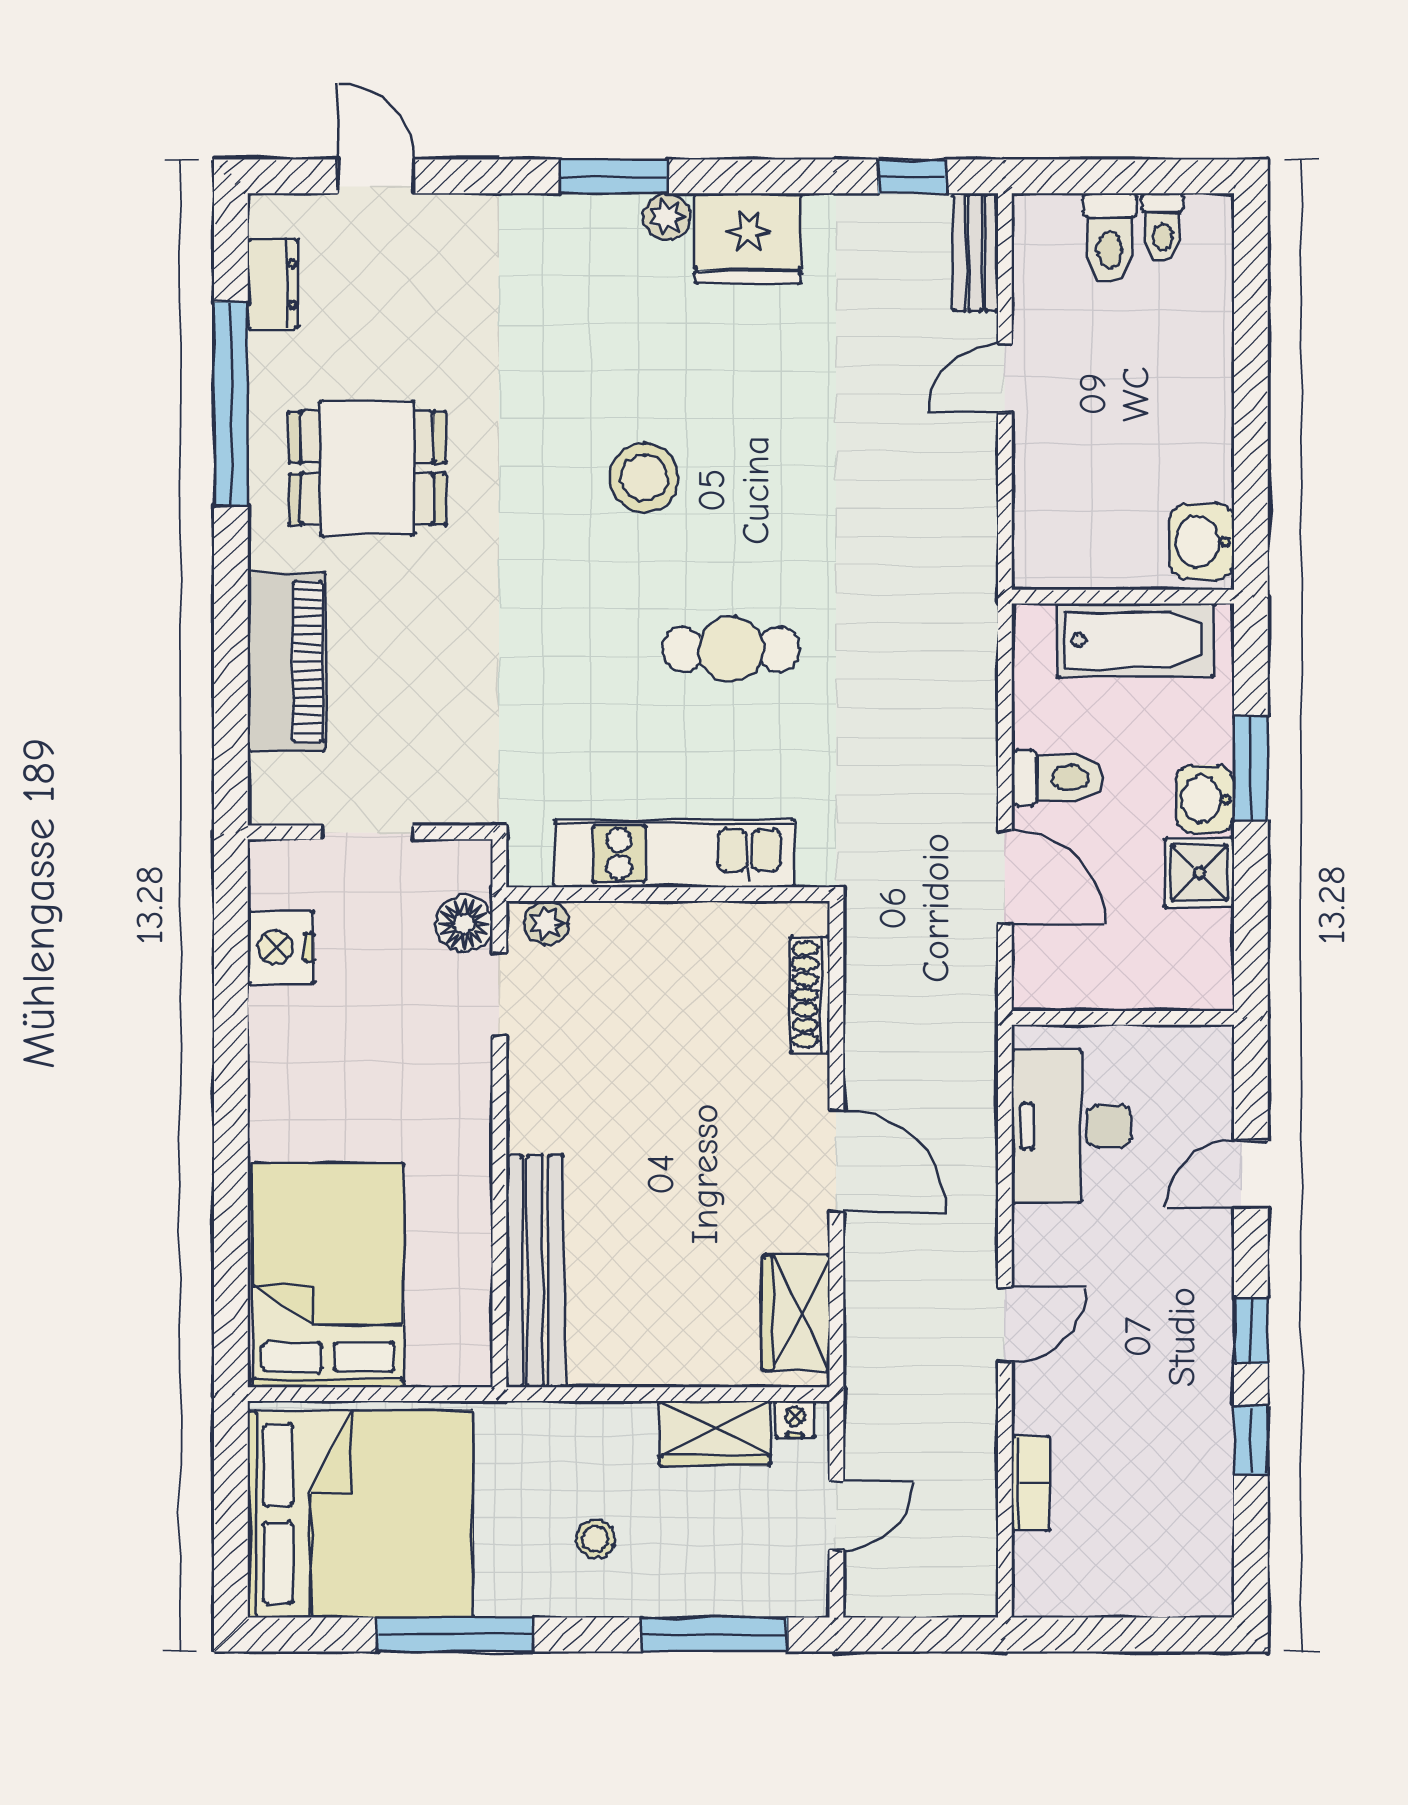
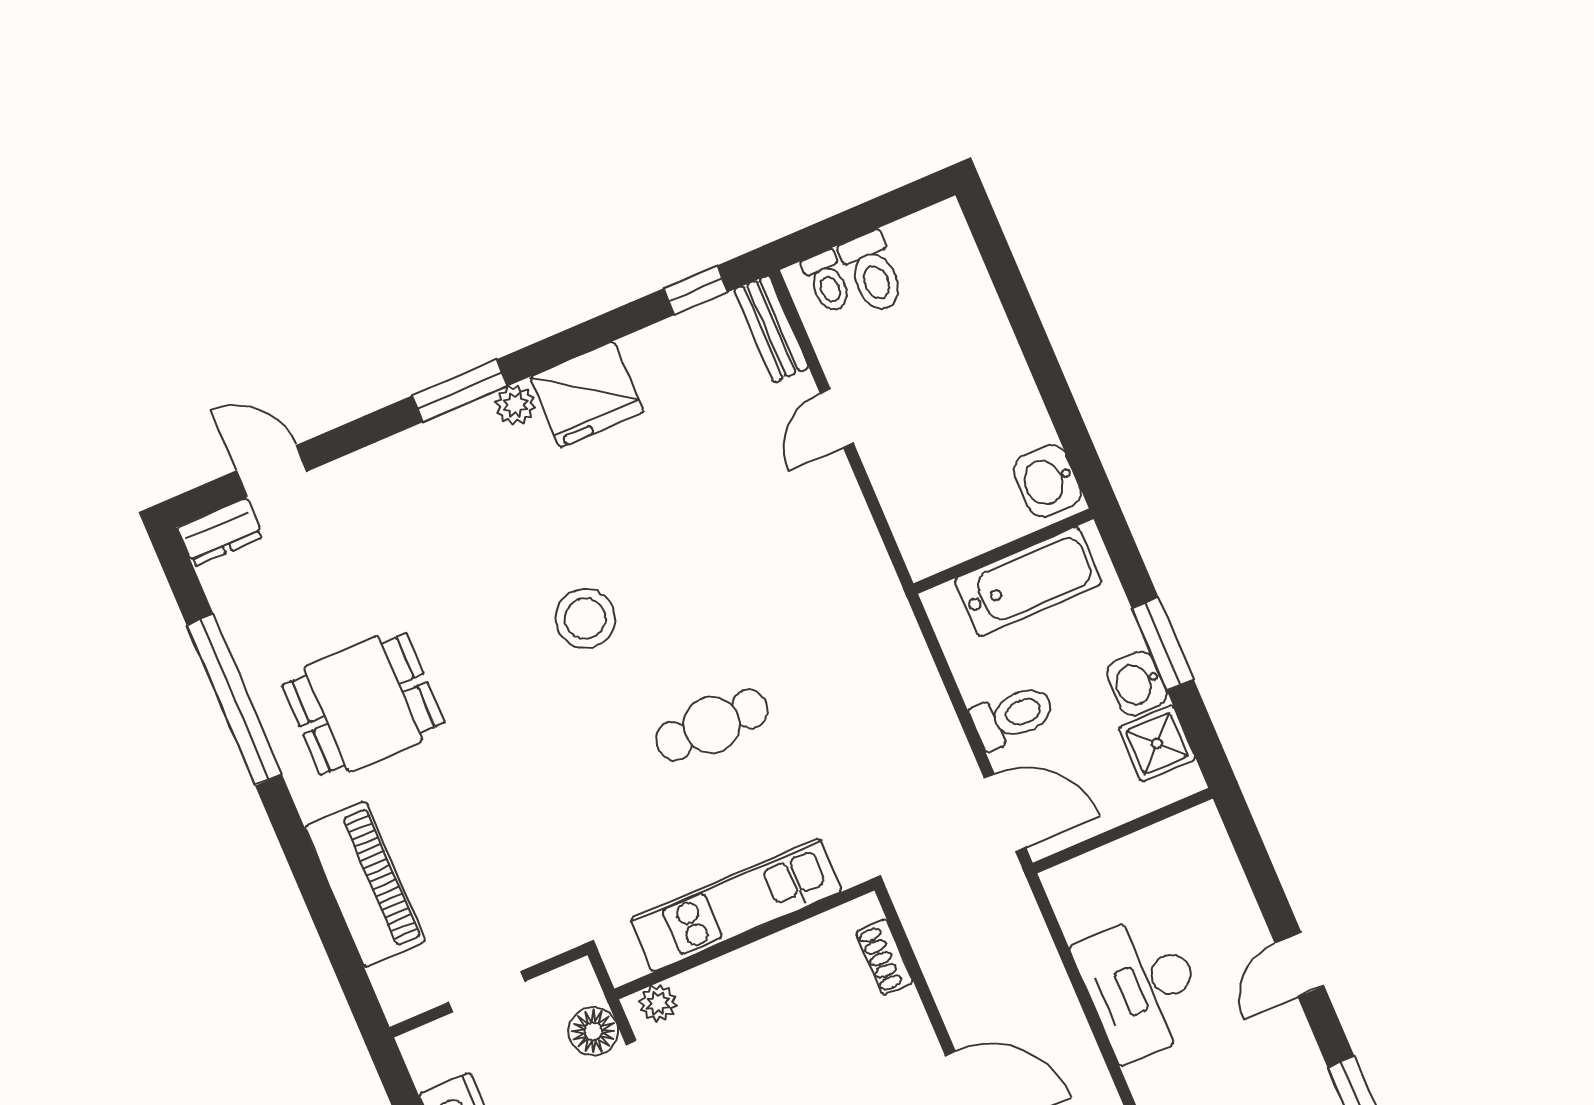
toilet: (1162, 227) -> (827, 282), moved
dresser: (273, 284) -> (220, 532), moved, turned 90
shoe rack: (810, 995) -> (885, 957), width x0.70
wall: (1123, 1018) -> (1123, 831), moved

